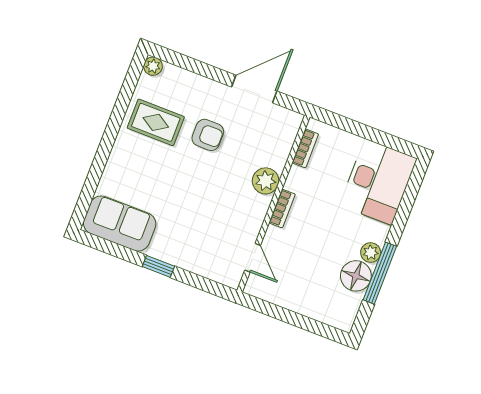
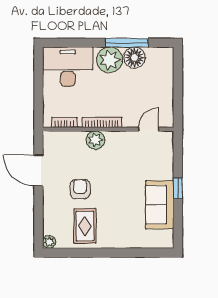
bookcase: (282, 208) -> (102, 122), width x1.56
sofa: (120, 223) -> (160, 205), moved
plant: (371, 253) -> (110, 60), width x1.88, depth x1.88

